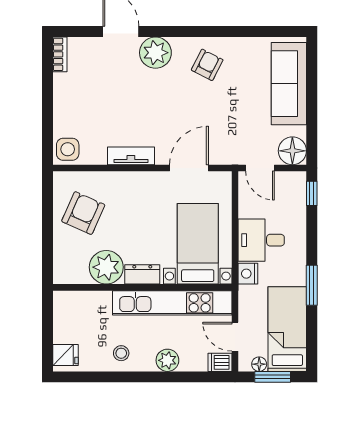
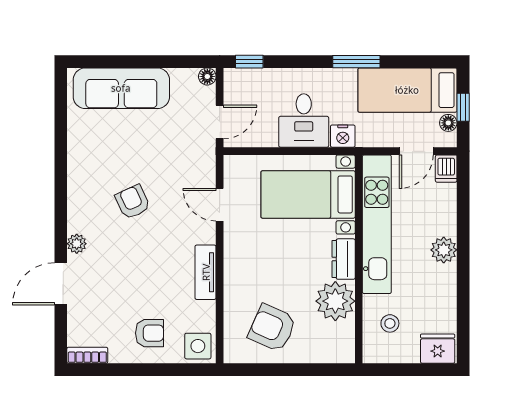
plant: (155, 53) -> (77, 244), width x0.53, depth x0.53
armchair: (207, 65) -> (133, 202), moved, turned 38
armchair: (79, 108) -> (150, 333), added
floor lamp: (292, 151) -> (207, 76), width x0.53, depth x0.53
door: (189, 168) -> (220, 205), width x0.73
stool: (121, 353) -> (390, 323), moved
fridge: (65, 355) -> (438, 349), width x1.38
plant: (167, 360) -> (444, 250), moved
window: (273, 377) -> (463, 107), width x0.67

